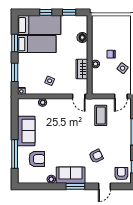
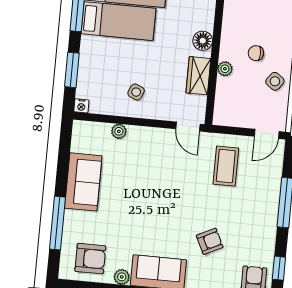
floor lamp: (82, 38) -> (203, 41), moved
armchair: (37, 159) -> (90, 259), moved

